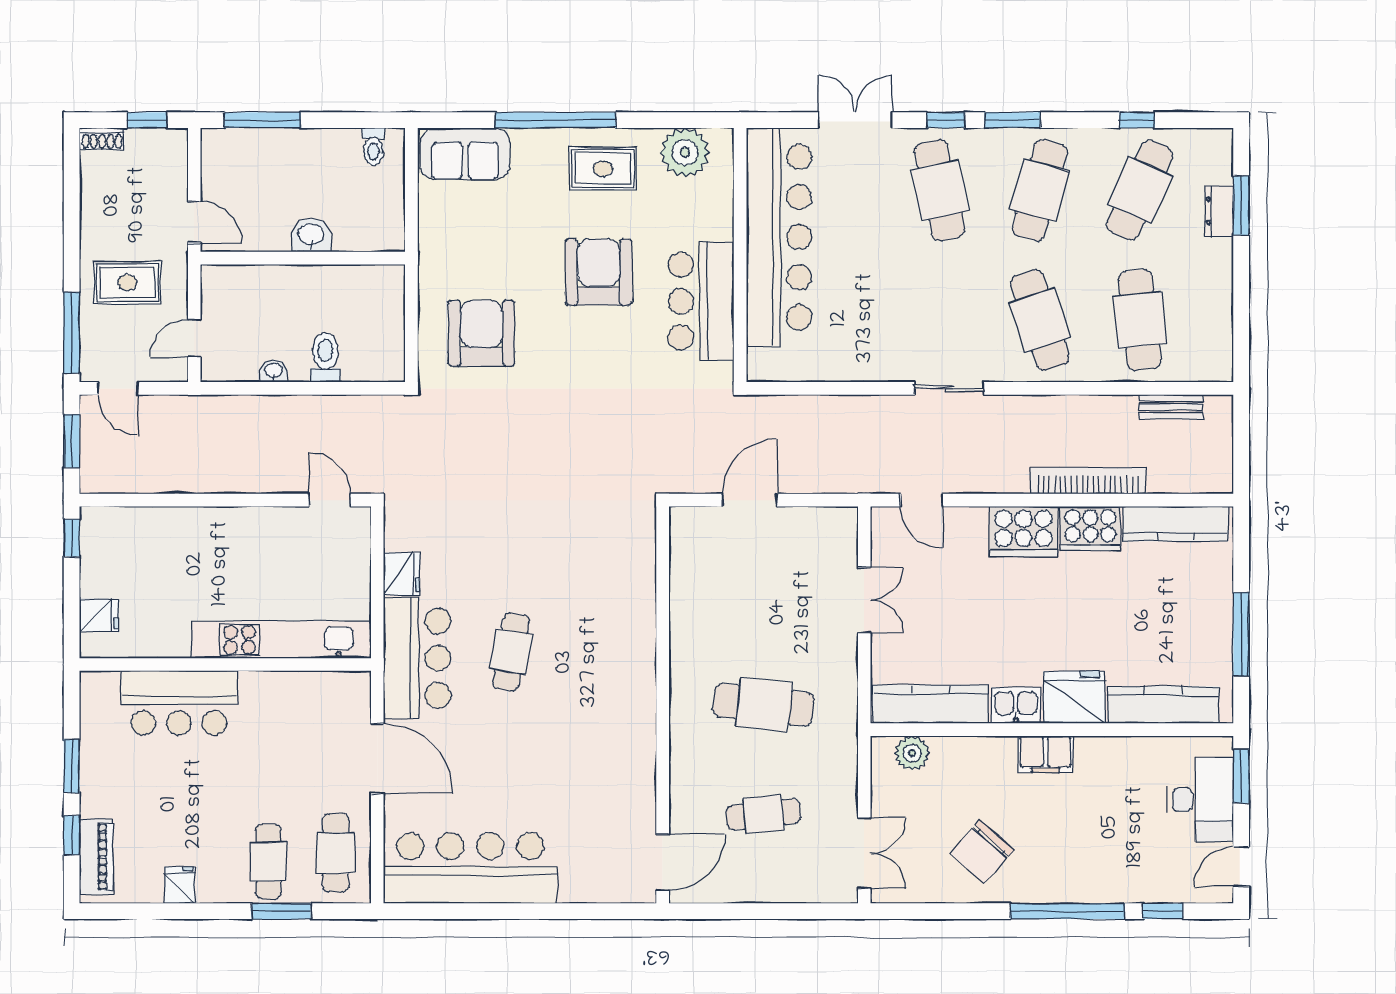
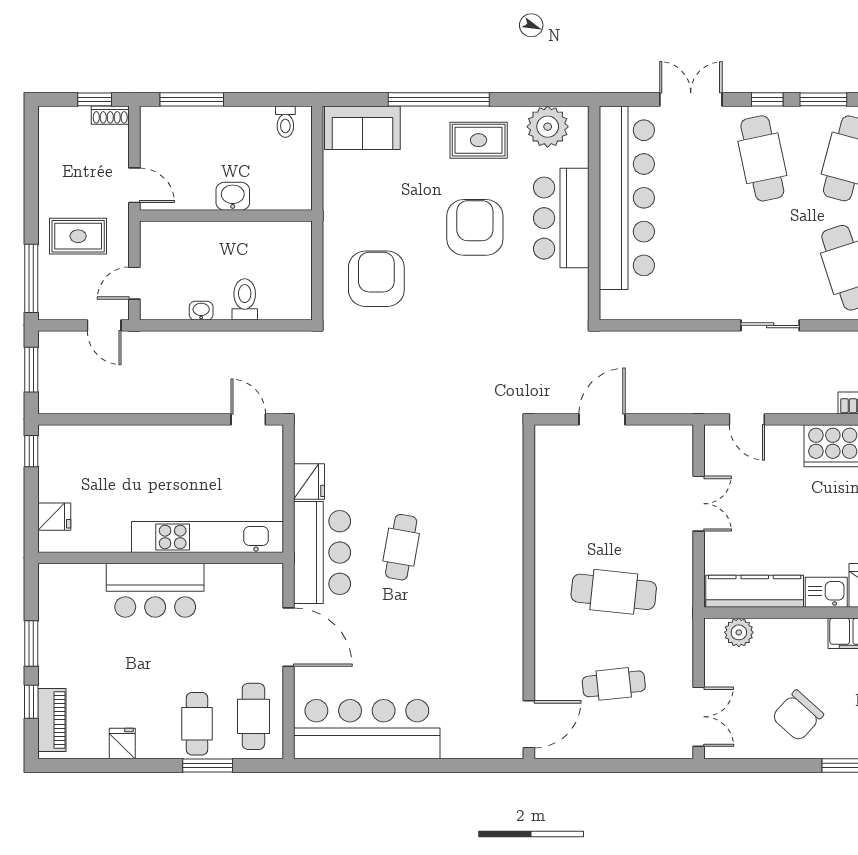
shoe rack: (102, 139) -> (110, 115), moved
bar counter: (701, 301) -> (561, 218), moved
door: (118, 388) -> (104, 325), moved
bar counter: (179, 703) -> (155, 590), moved

